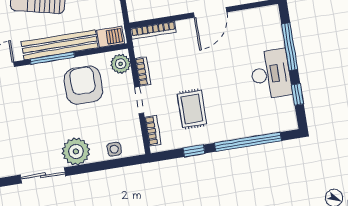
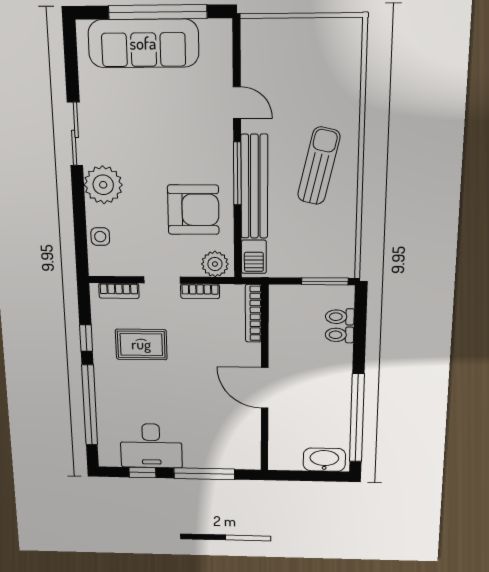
desk: (271, 74) -> (151, 446), moved

